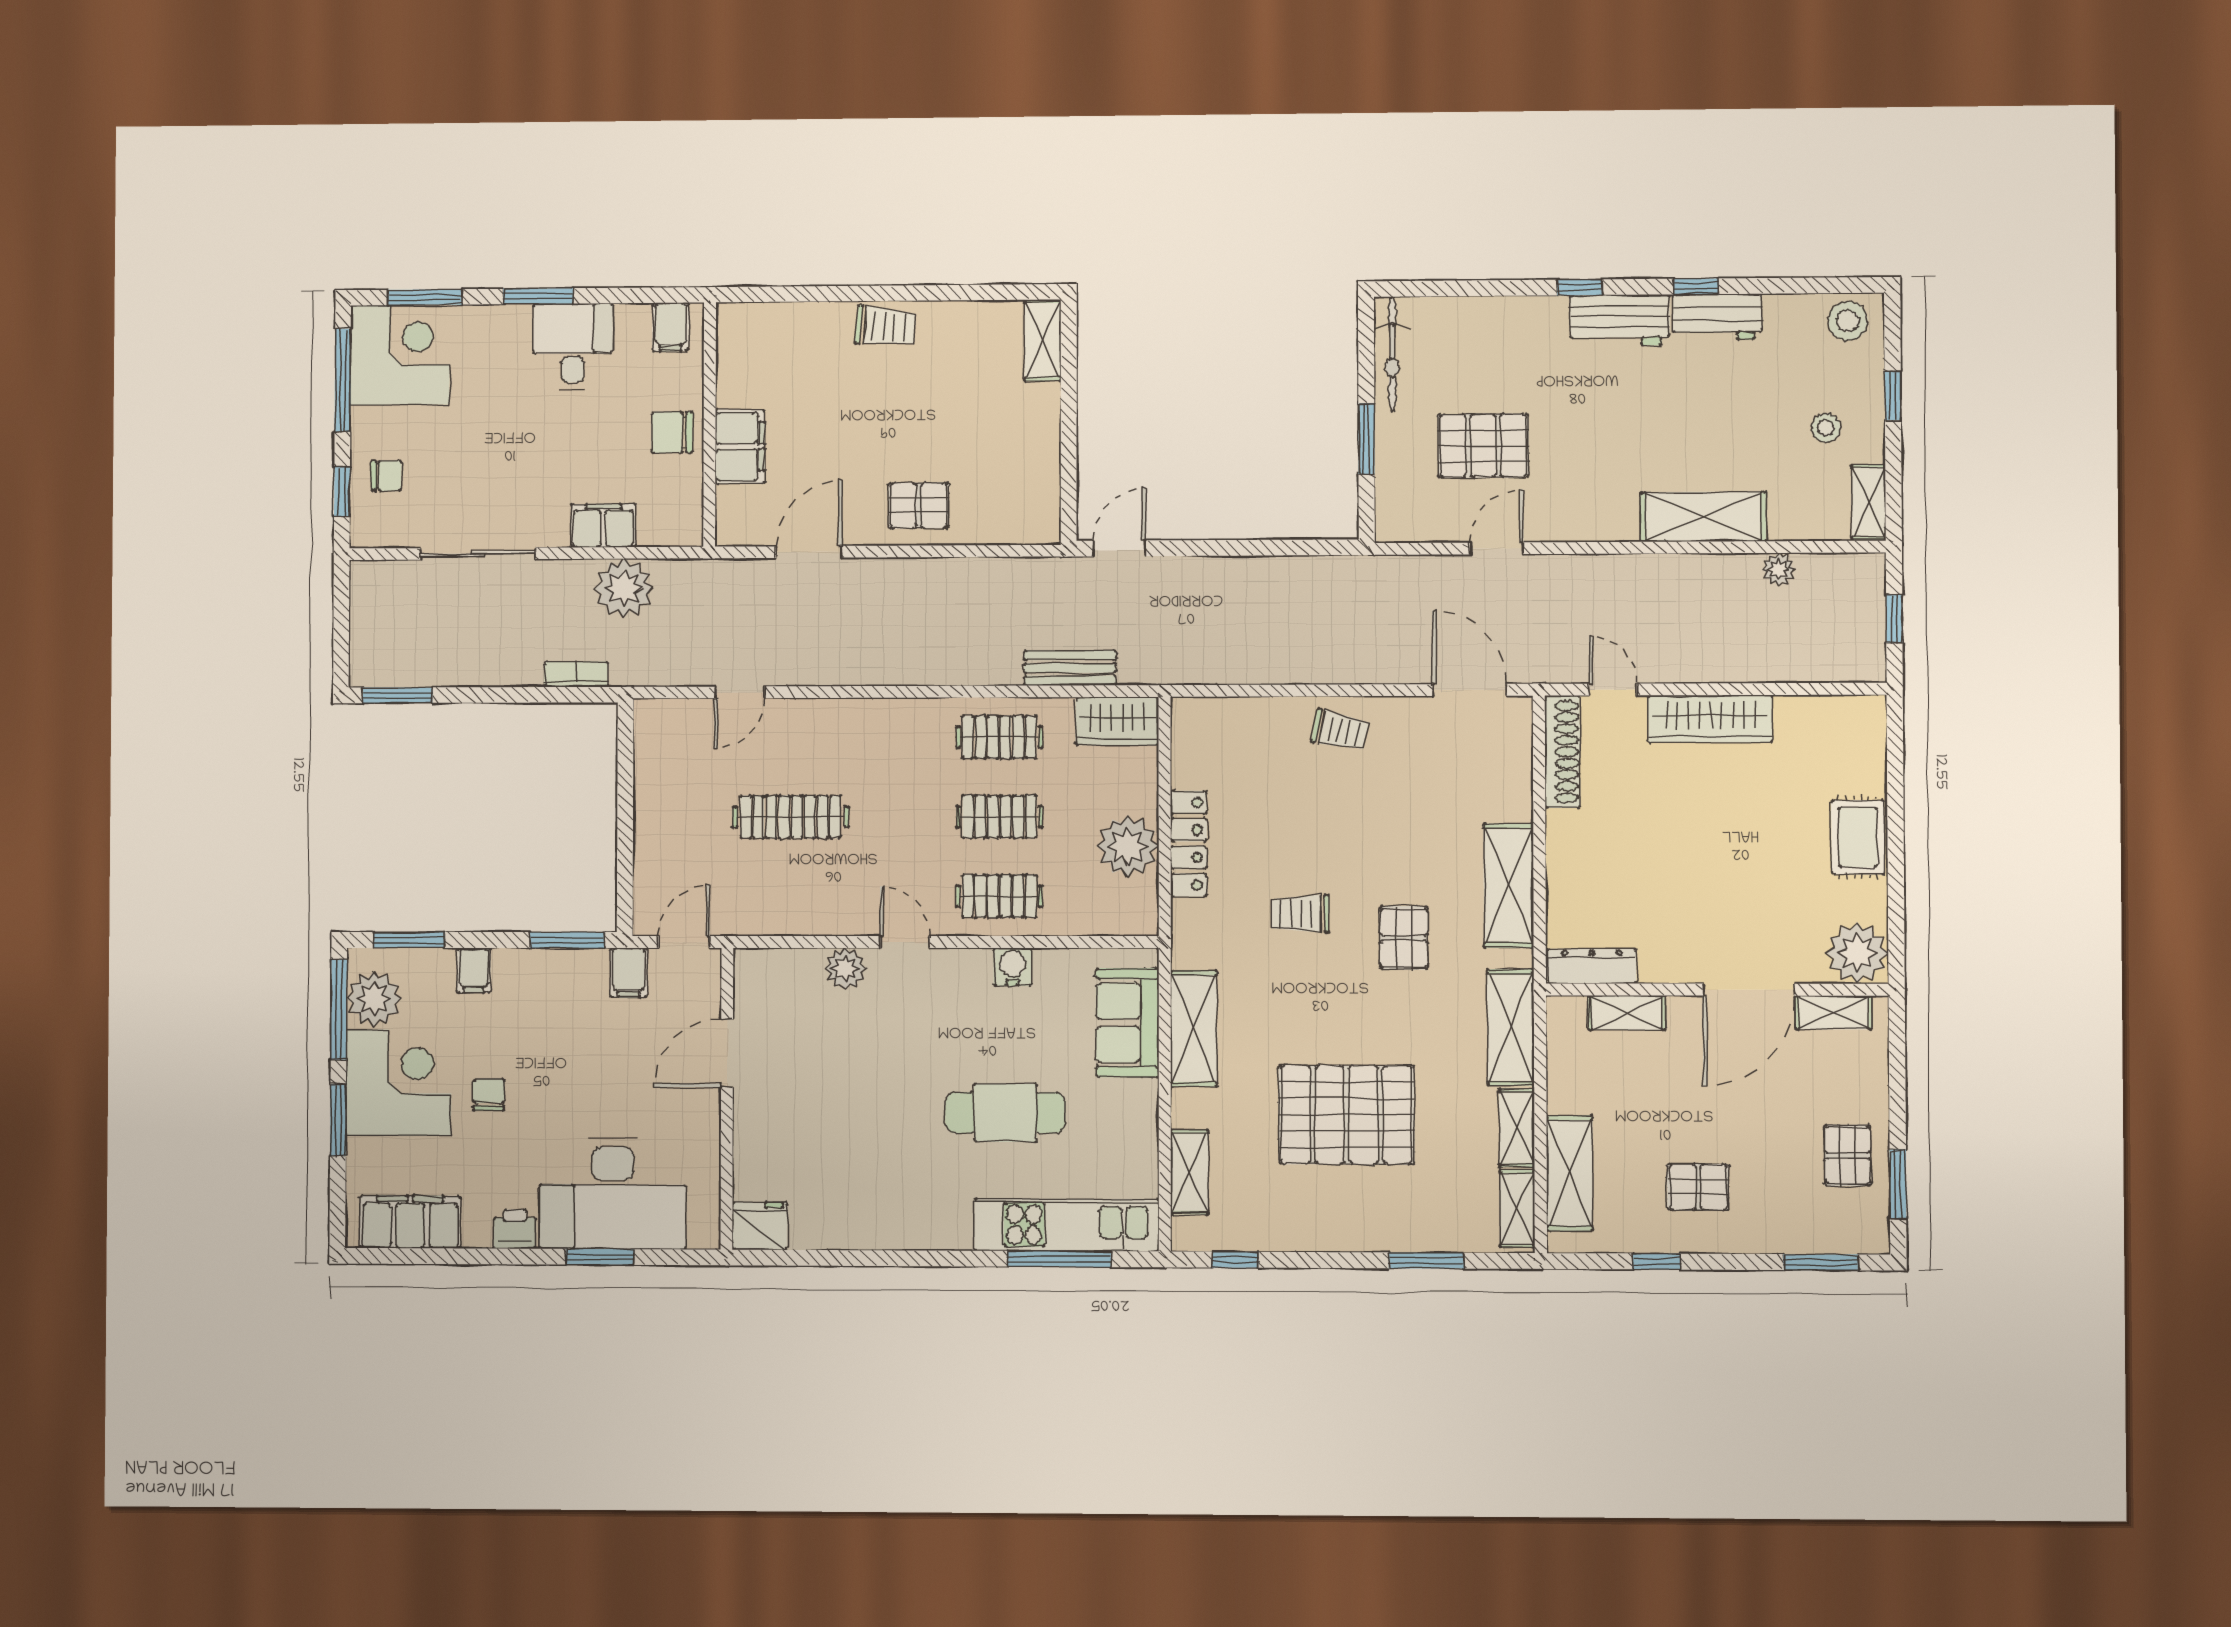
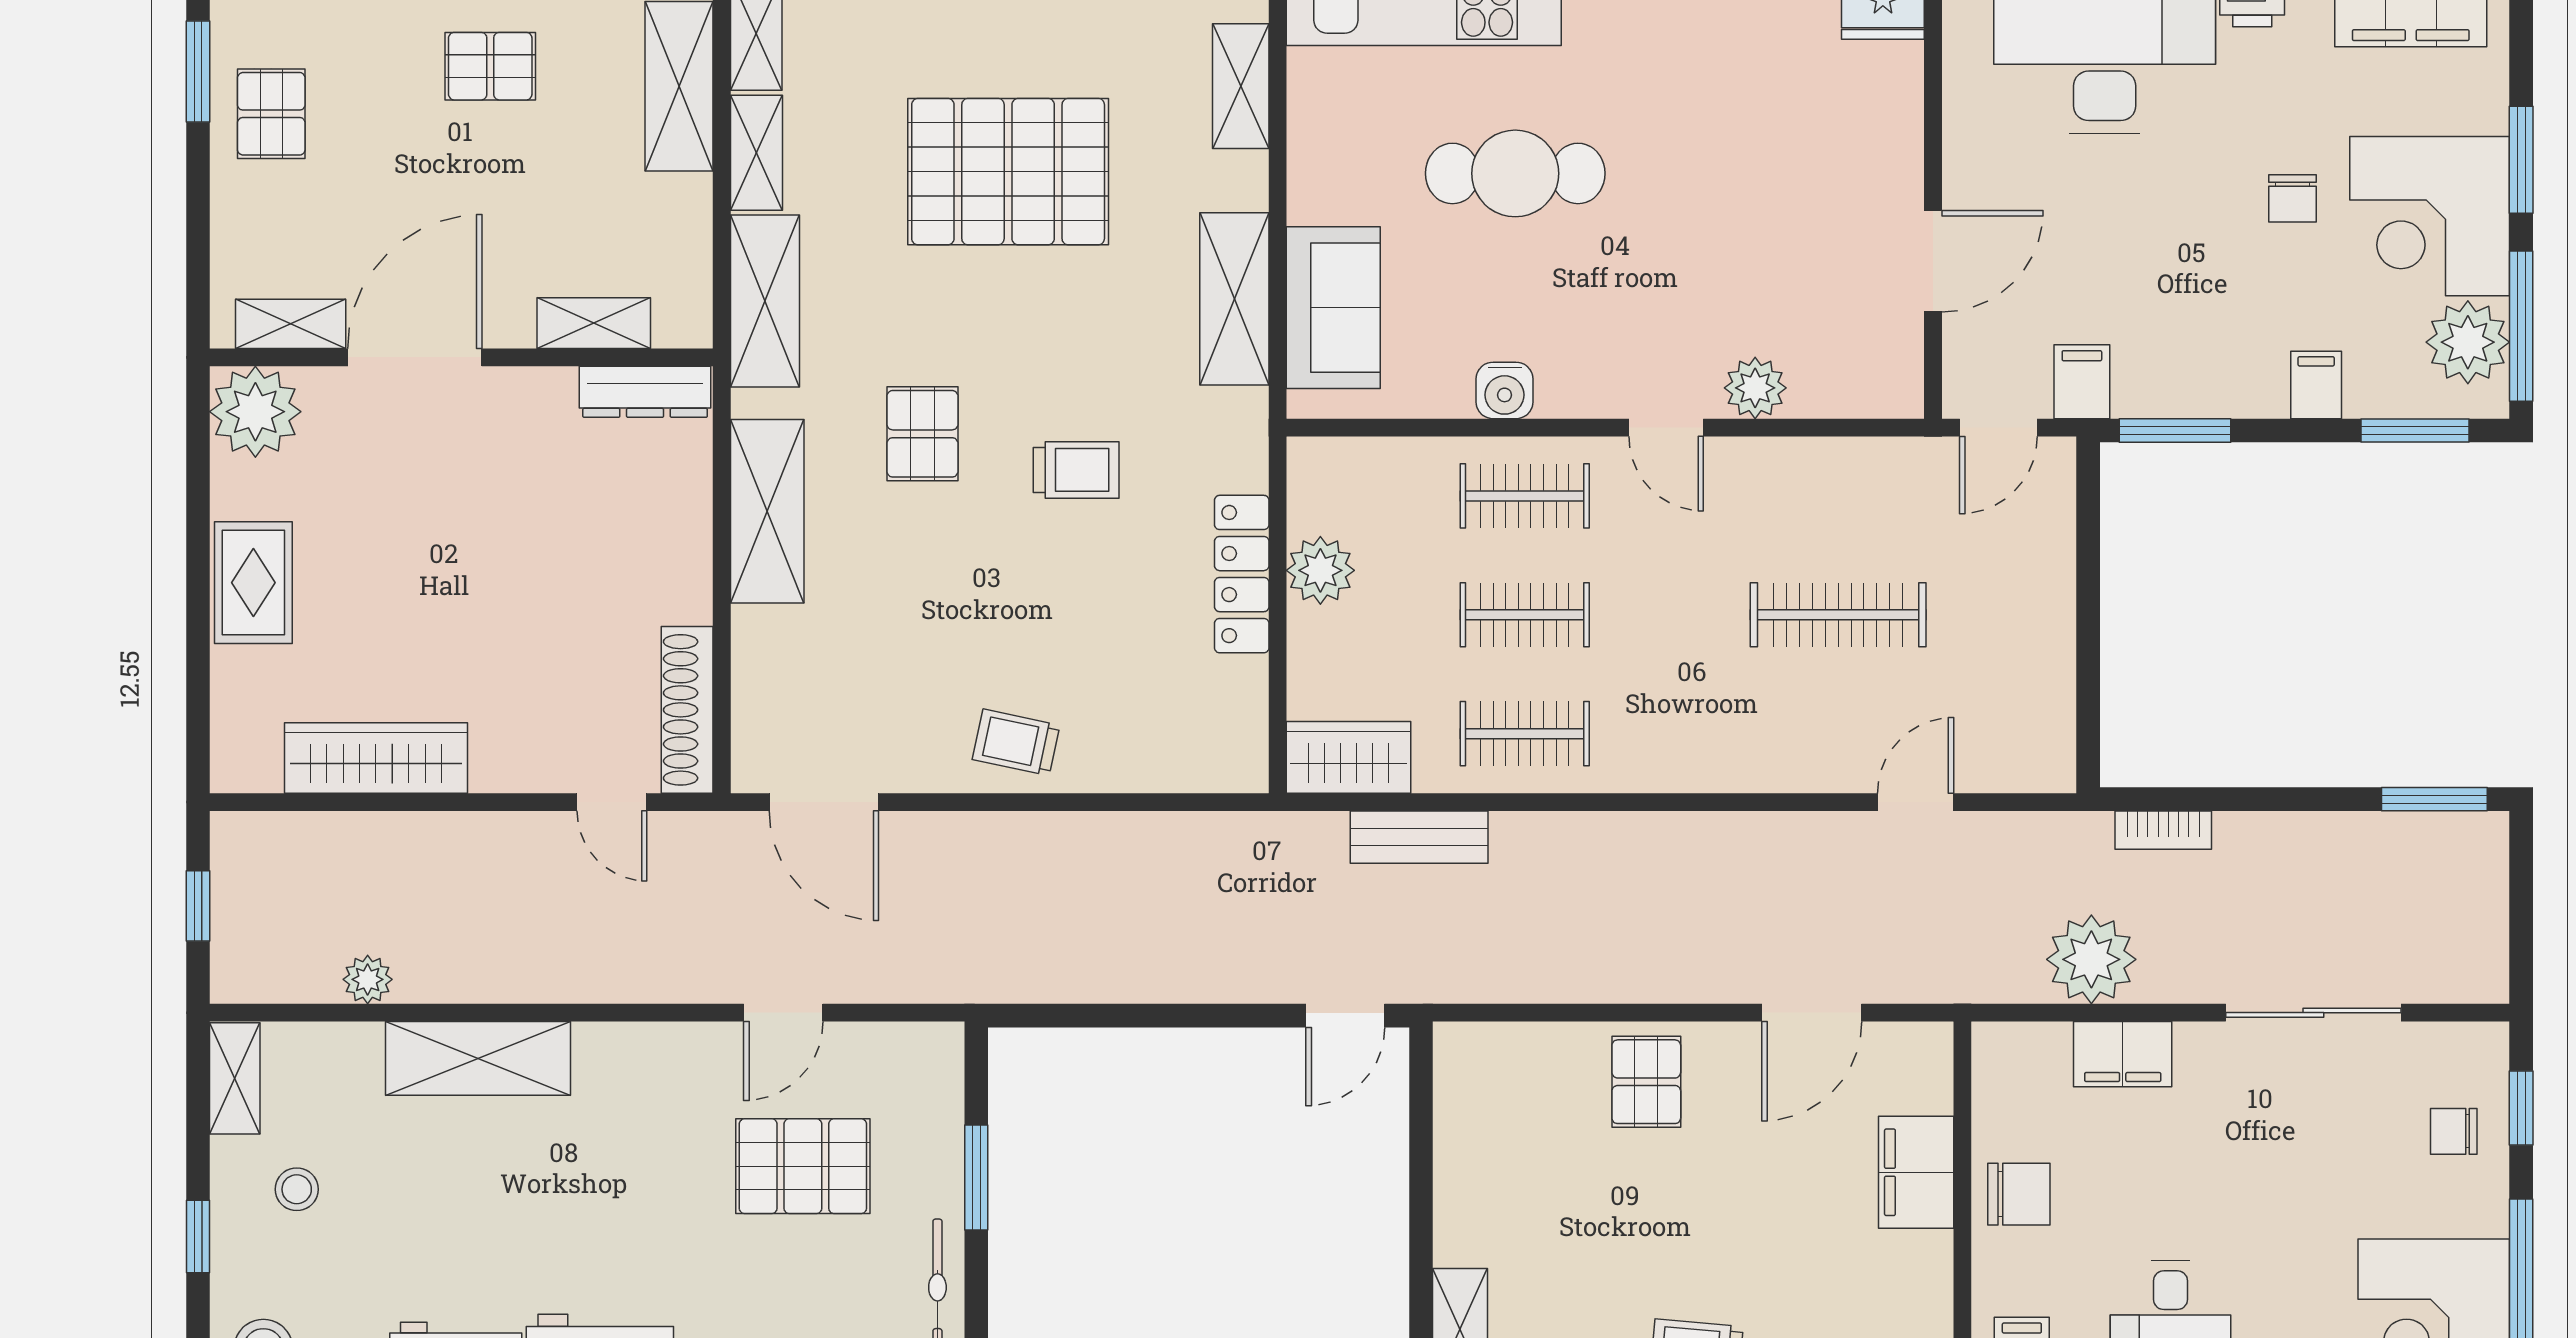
pallet: (919, 505) -> (1646, 1082), turned 90
wardrobe: (1710, 719) -> (376, 758), moved
plant: (1128, 846) -> (1320, 570), width x0.73, depth x0.73

